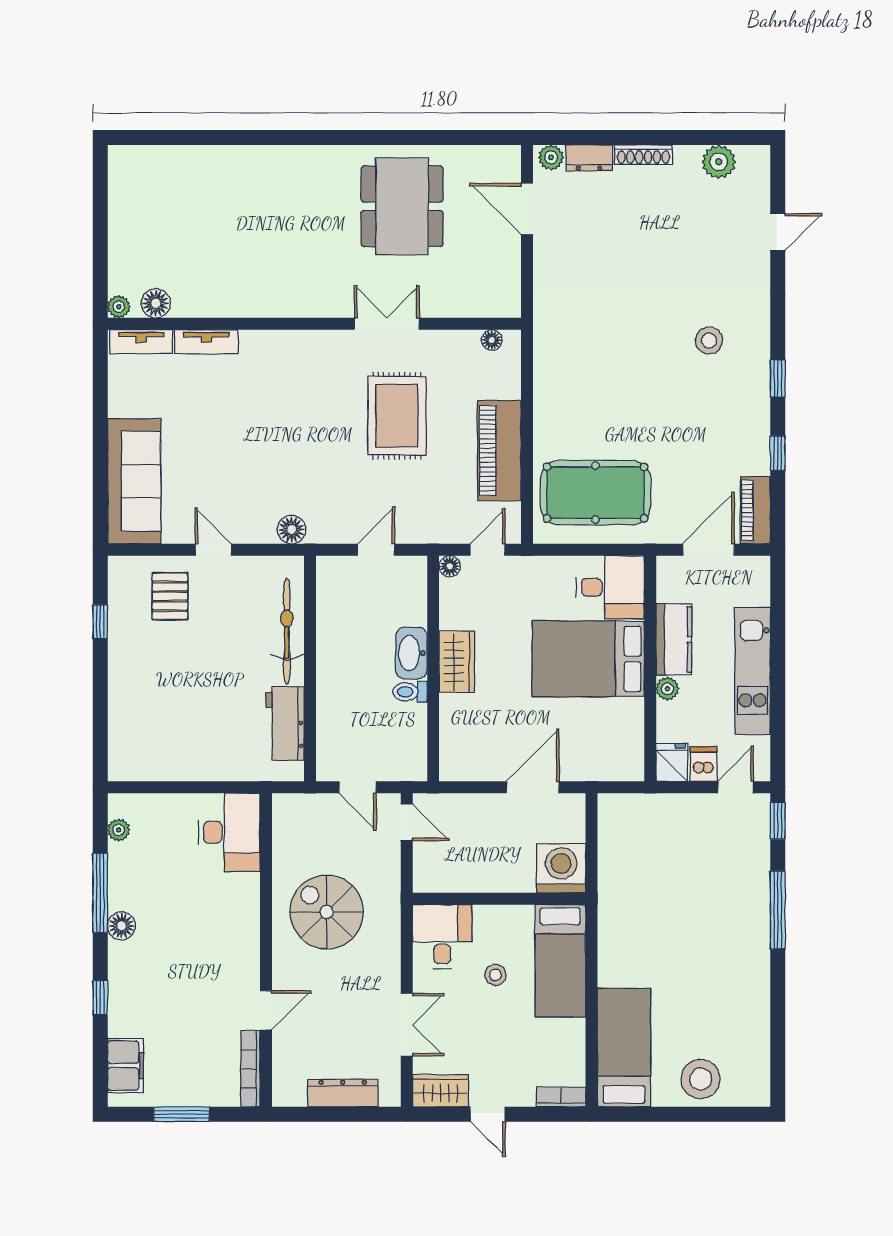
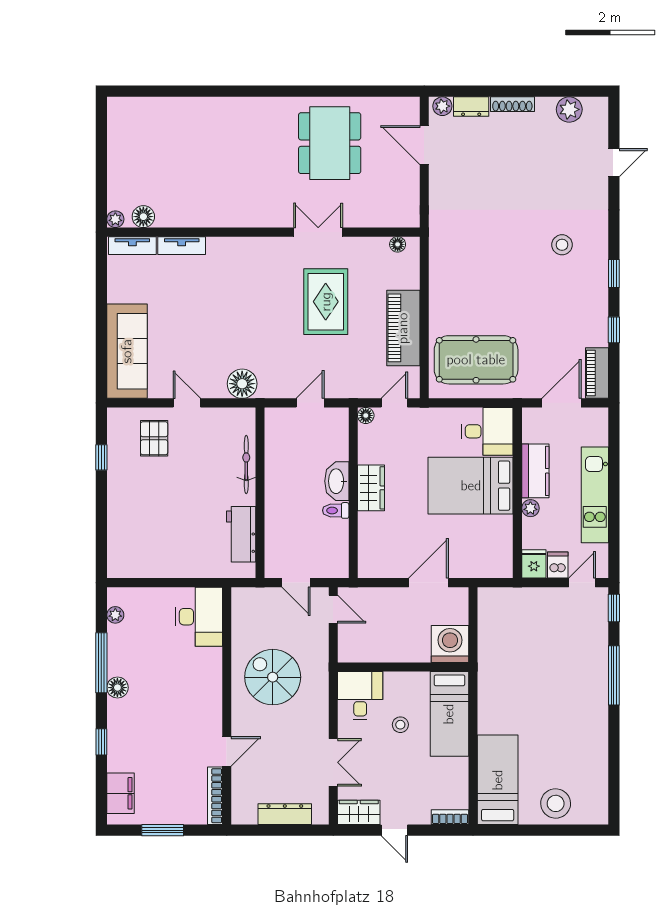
floor lamp: (292, 530) -> (242, 384), width x1.38, depth x1.38
bicycle: (287, 631) -> (246, 465), width x0.73, depth x0.71

